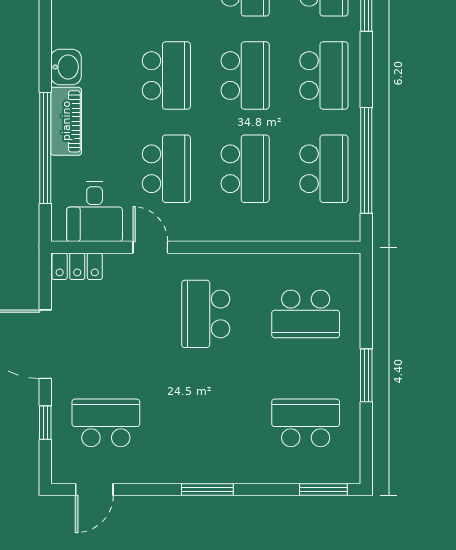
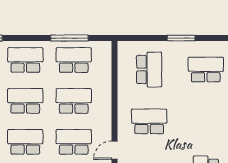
window: (366, 160) -> (69, 38), width x0.68
school desk: (206, 314) -> (149, 121), turned 180
school desk: (306, 423) -> (206, 70), turned 90

